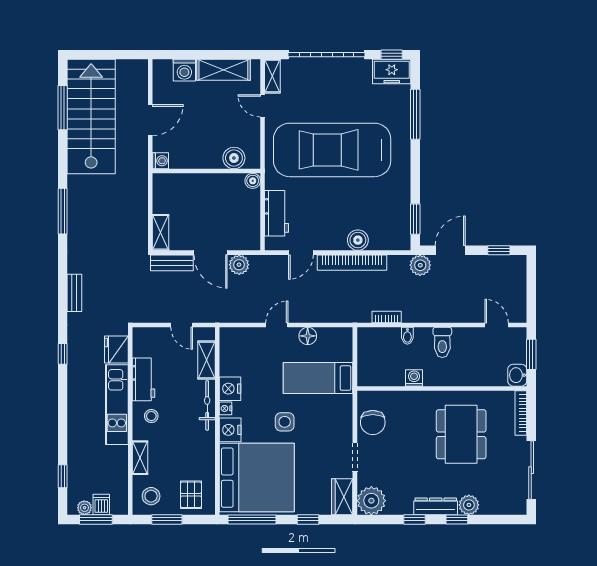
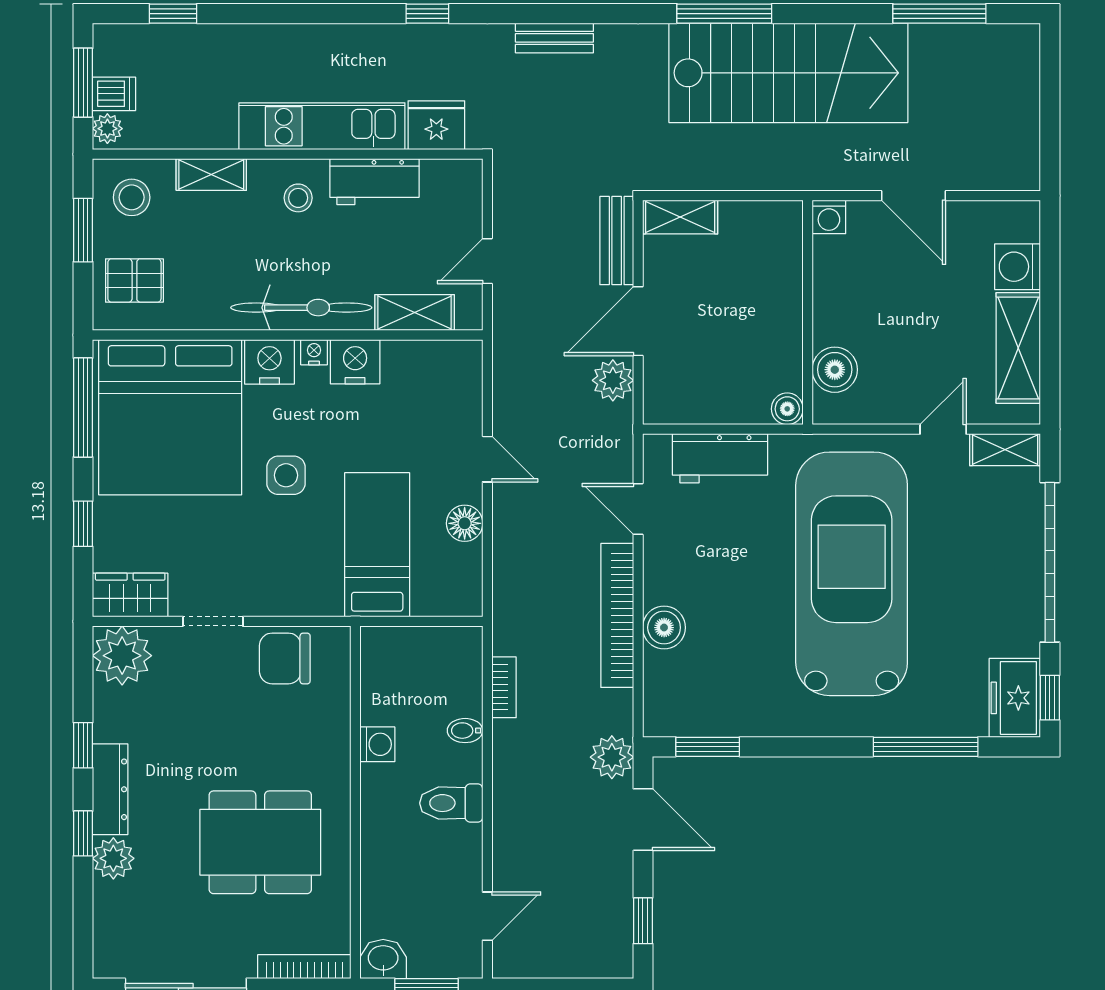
stairs: (91, 117) -> (788, 73), moved
bicycle: (207, 405) -> (301, 308), width x1.37, depth x1.40
plant: (84, 508) -> (107, 129), moved

